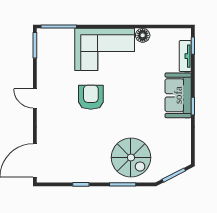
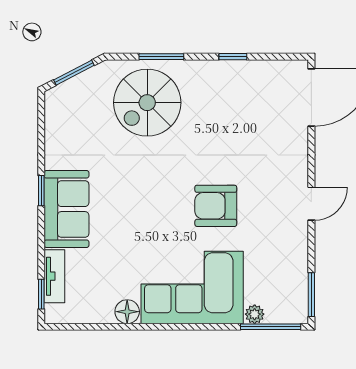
plant: (68, 34) -> (255, 314), added
armchair: (91, 97) -> (216, 206), turned 90
door: (35, 98) -> (311, 204), hinge flipped
spiral stairs: (131, 158) -> (147, 103), turned -90

